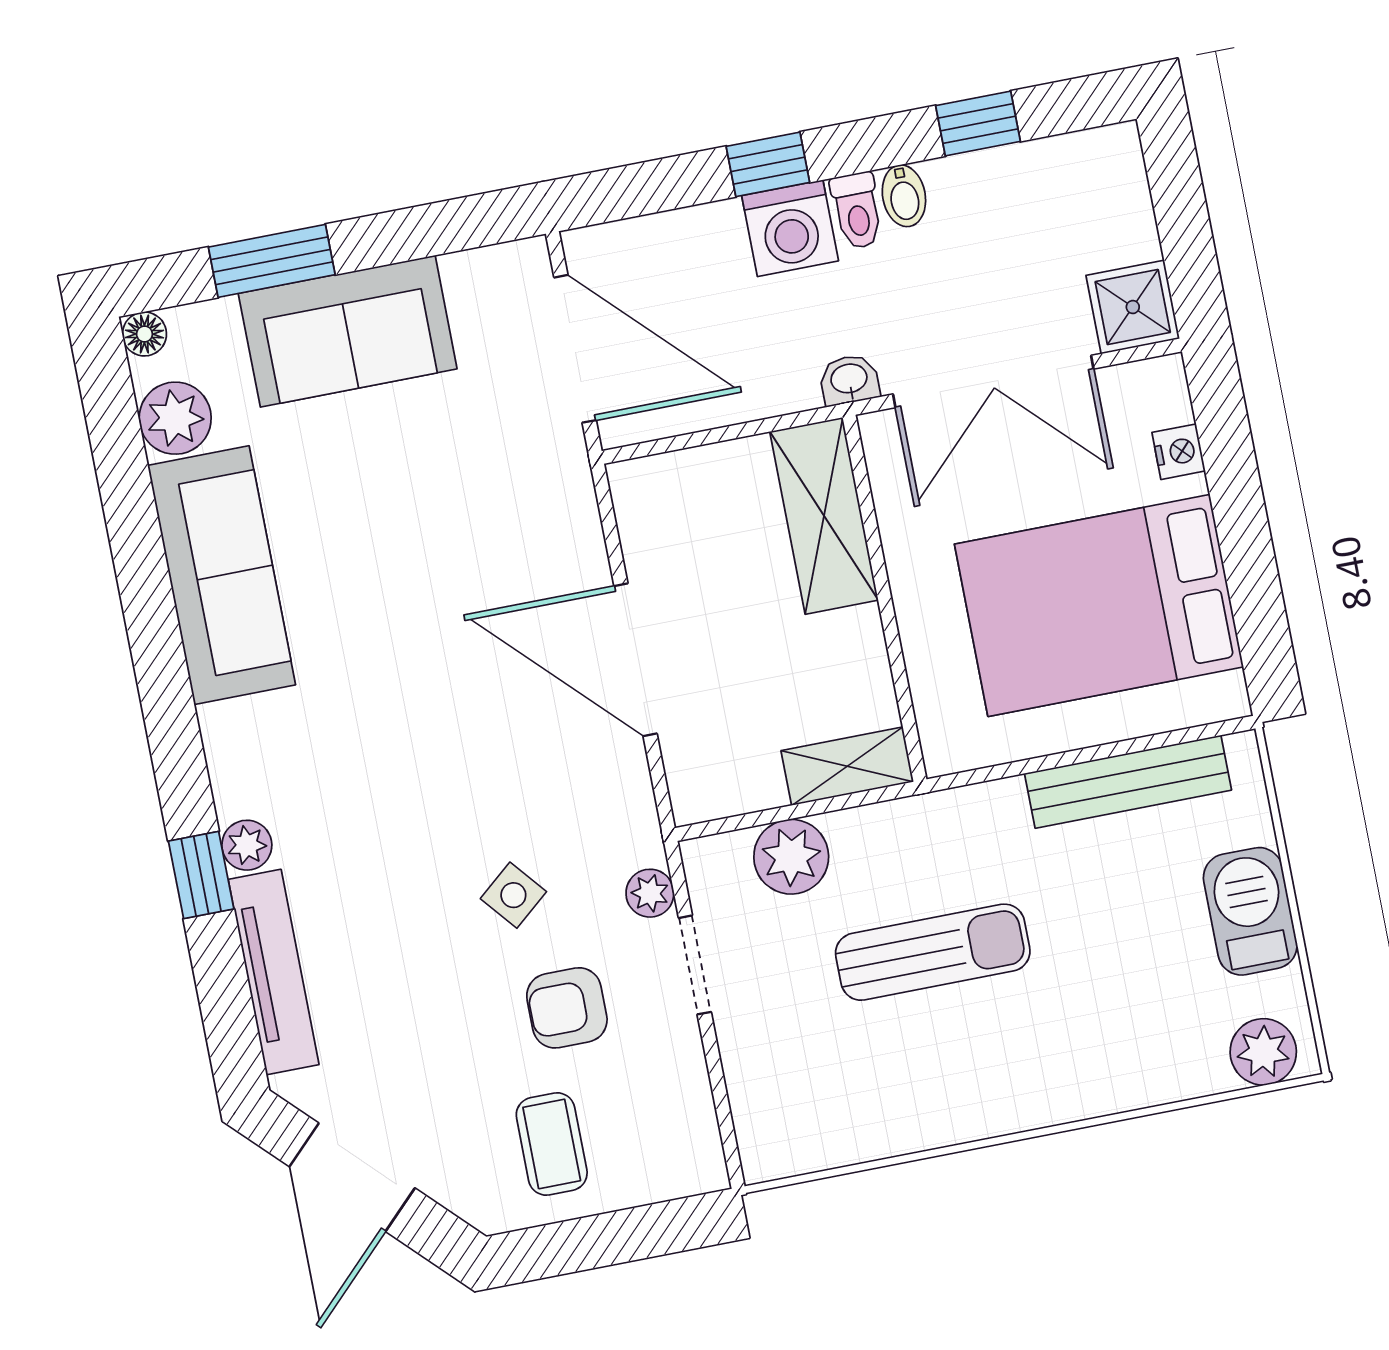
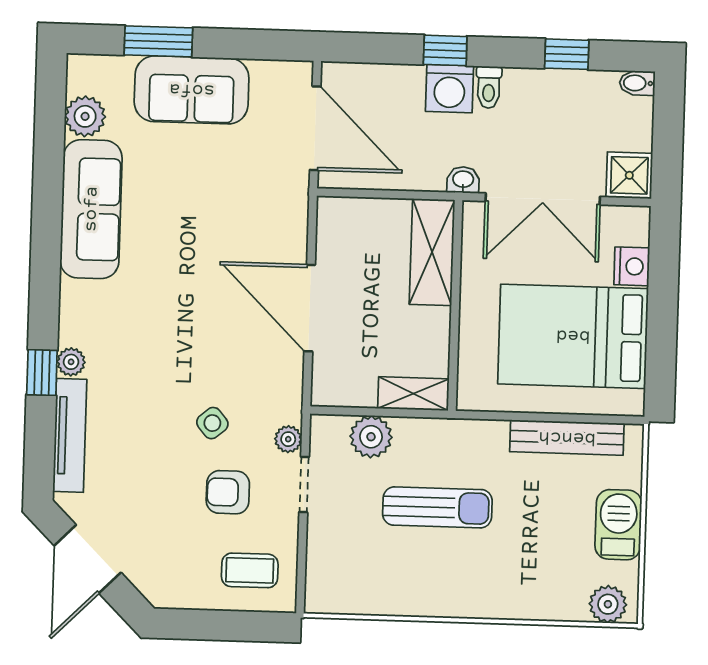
bidet: (904, 196) -> (637, 83), moved, turned 90
floor lamp: (144, 334) -> (79, 66), removed
nightstand: (1179, 452) -> (632, 266), width x1.39, depth x1.35
coffee table: (552, 1144) -> (250, 570), moved, turned 90

